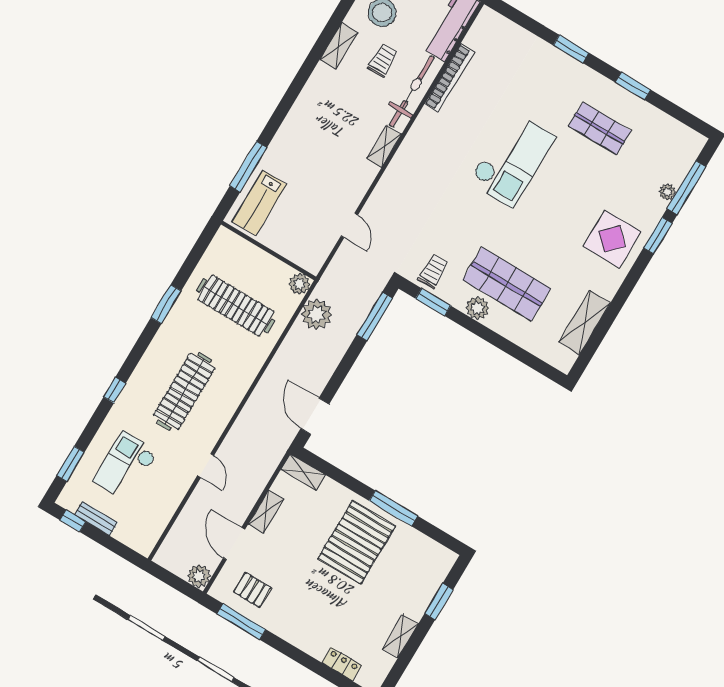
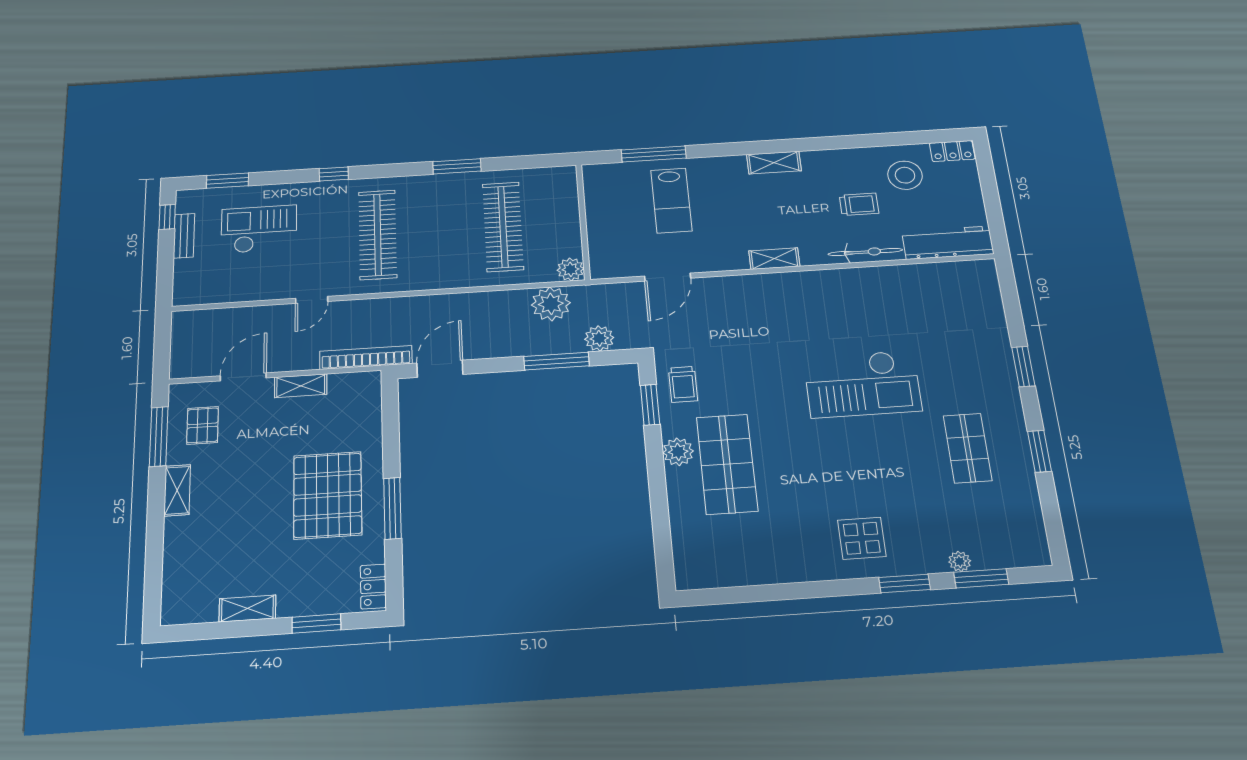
shelving: (339, 46) -> (774, 163), moved
bookcase: (449, 78) -> (366, 357), moved, turned 180
bicycle: (412, 91) -> (865, 252), width x0.73, depth x0.71
window: (687, 188) -> (981, 578), width x0.69
lab bench: (259, 203) -> (671, 200), moved, turned -90
door: (349, 225) -> (668, 277), width x1.38
display table: (612, 239) -> (862, 538), width x0.73, depth x0.73
trolley: (433, 271) -> (683, 384), turned 90
window: (375, 316) -> (557, 361), moved
shelving: (585, 323) -> (748, 571), removed
clothes rail: (184, 391) -> (378, 235), turned 90
shelving: (303, 472) -> (177, 490), moved
pallet: (357, 542) -> (328, 495), turned 90
plant: (199, 576) -> (599, 338), moved
locker: (342, 664) -> (373, 586), moved, turned 180

